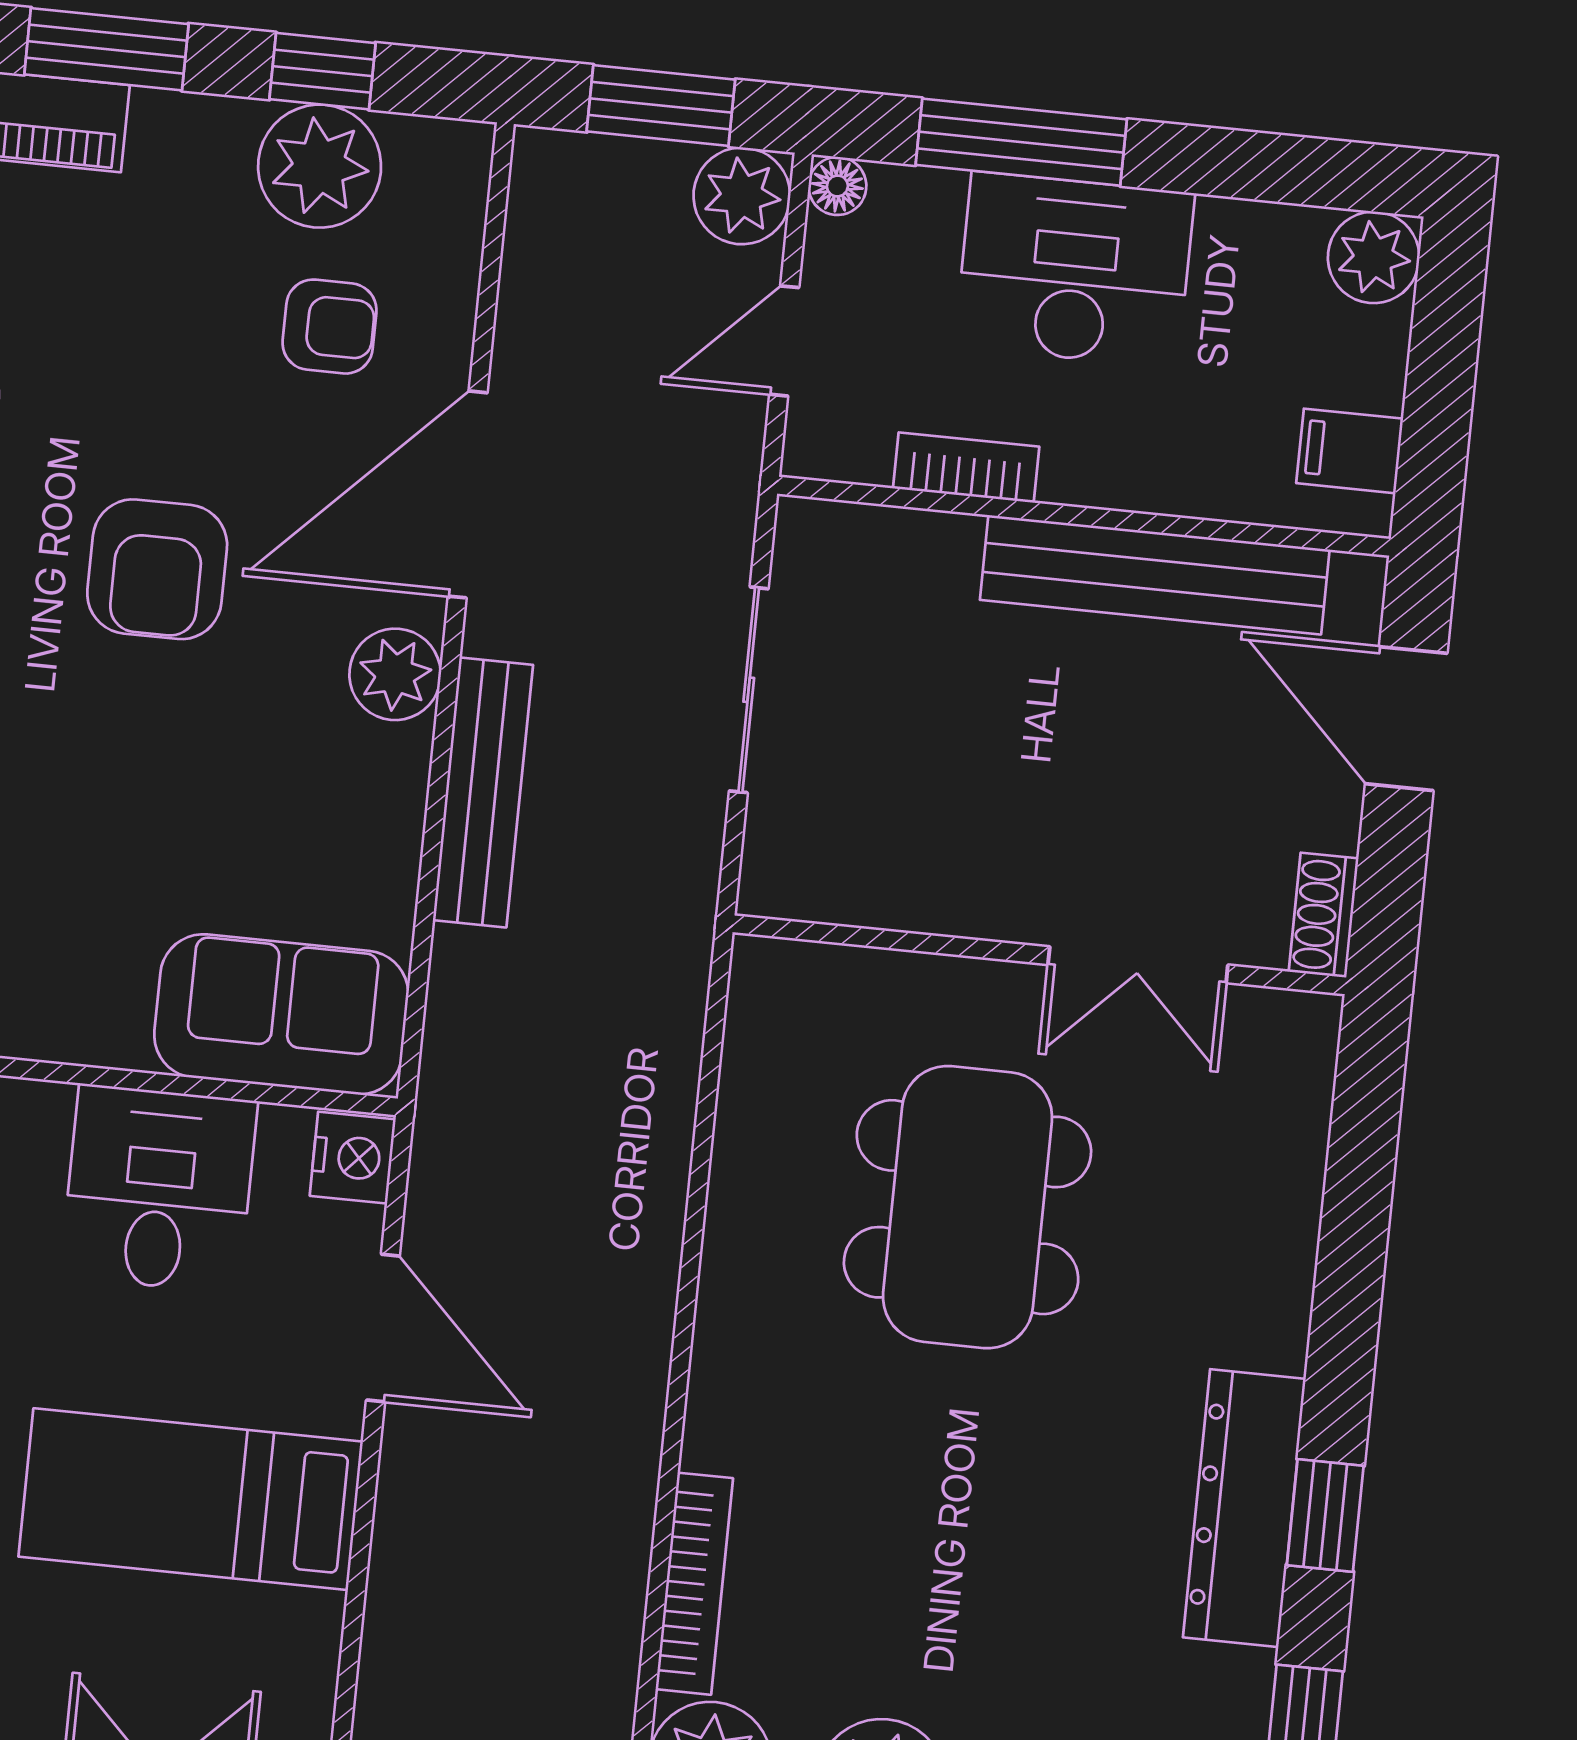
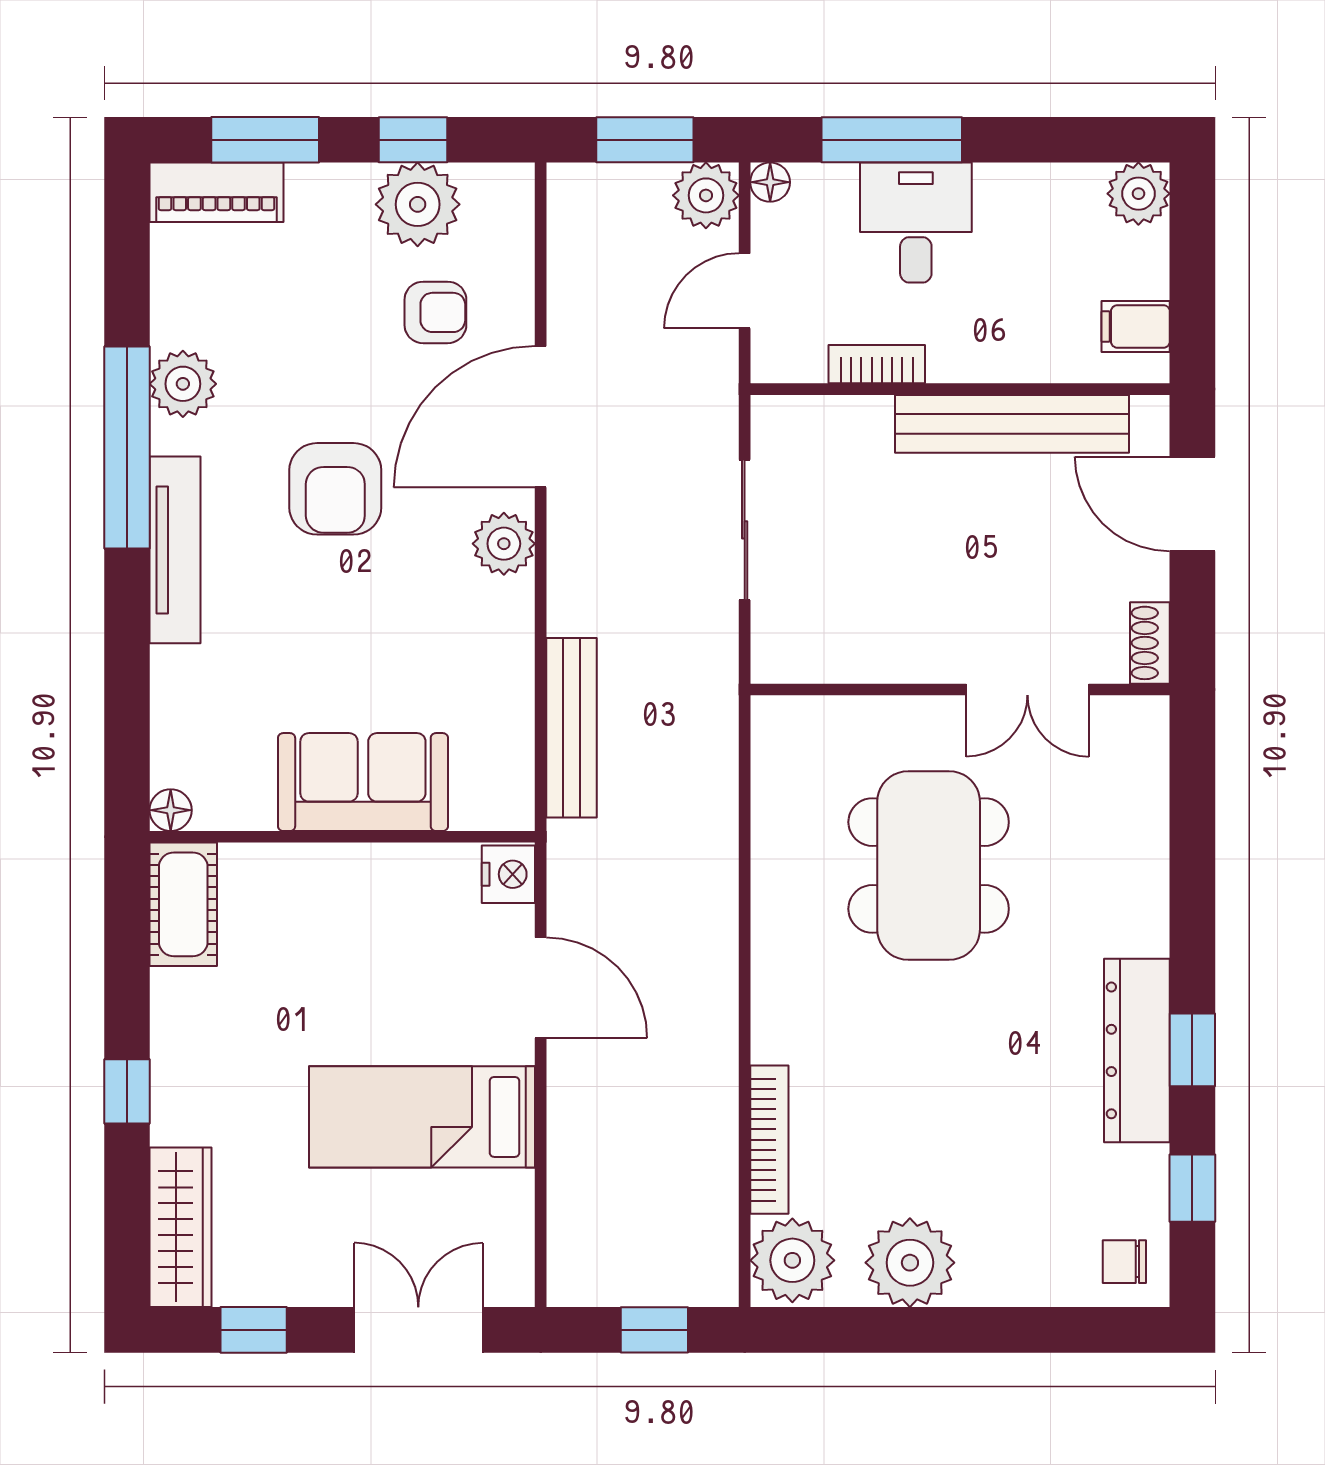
desk: (1075, 270) -> (916, 223), width x0.73
bench: (483, 792) -> (572, 728), moved
sofa: (281, 1014) -> (363, 782), moved
desk: (159, 1189) -> (379, 909), removed

